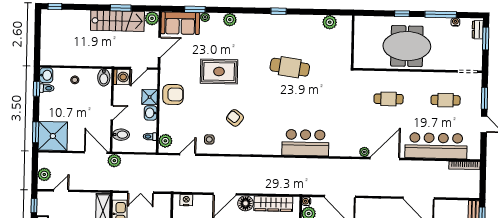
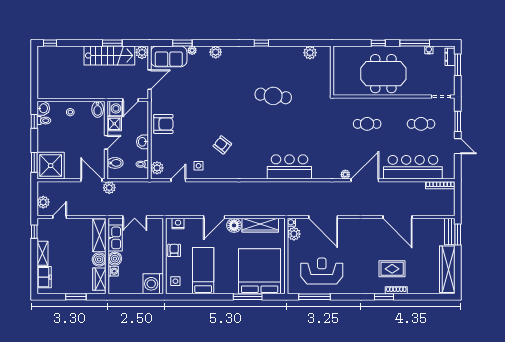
rug: (219, 71) -> (206, 101), removed
shower: (150, 97) -> (114, 124), moved

